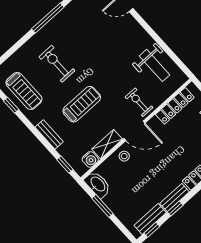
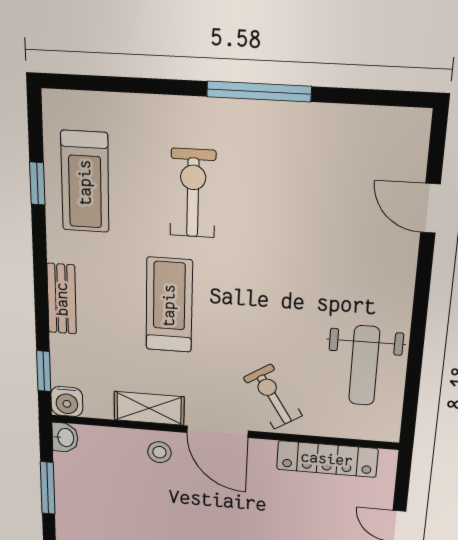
exercise bike: (139, 102) -> (273, 397), turned -32
treadmill: (82, 104) -> (169, 305), turned -90
water cooler: (90, 159) -> (67, 402), moved
washbasin: (98, 184) -> (65, 437), width x0.52, depth x0.69

